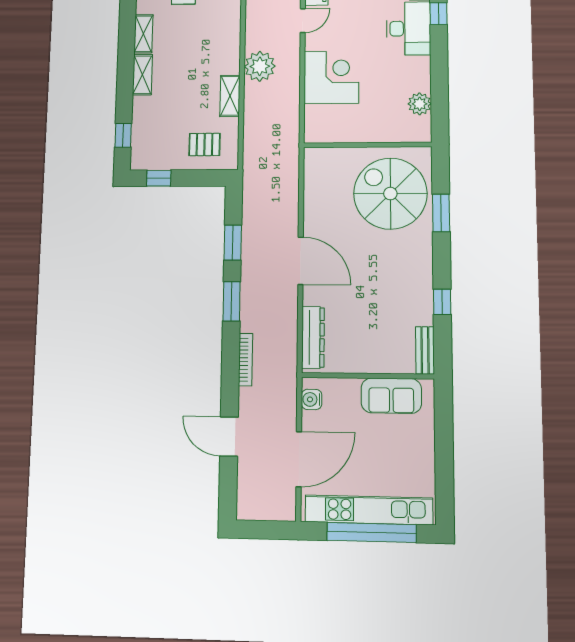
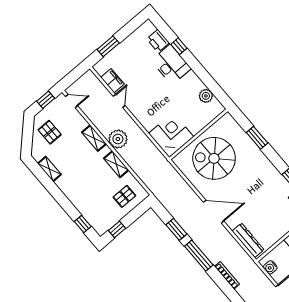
shelving: (142, 75) -> (94, 138), moved
corner desk: (331, 77) -> (171, 135), moved
spiral stairs: (390, 194) -> (214, 158), moved
window: (232, 301) -> (199, 256), width x1.44

